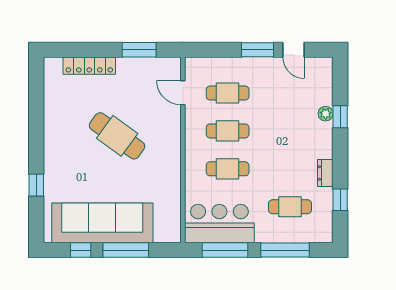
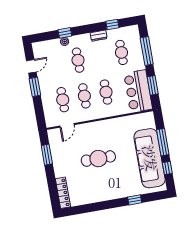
locker: (89, 66) -> (63, 193), moved
cafe table: (290, 131) -> (78, 60), added
cafe table: (117, 136) -> (98, 159), turned 54
window: (225, 250) -> (153, 85), width x0.69

